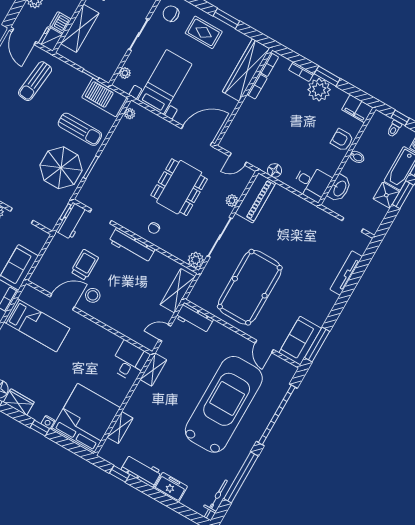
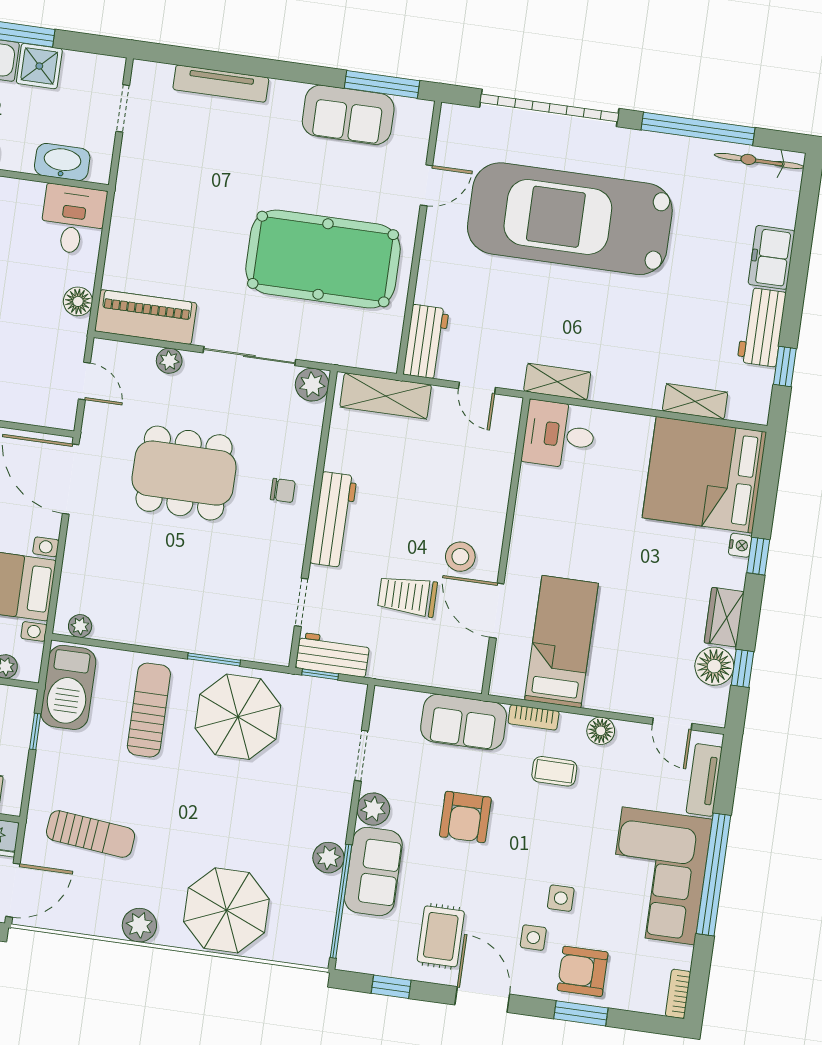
sofa: (300, 341) -> (348, 115), moved

